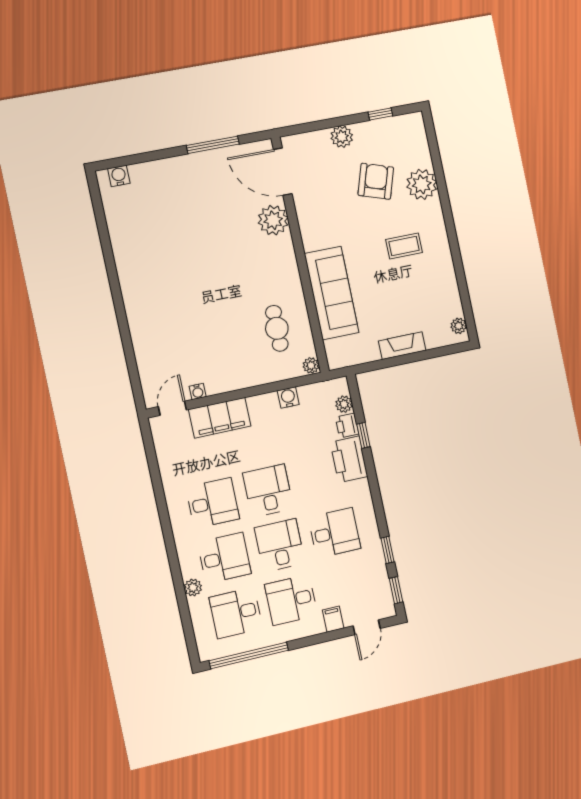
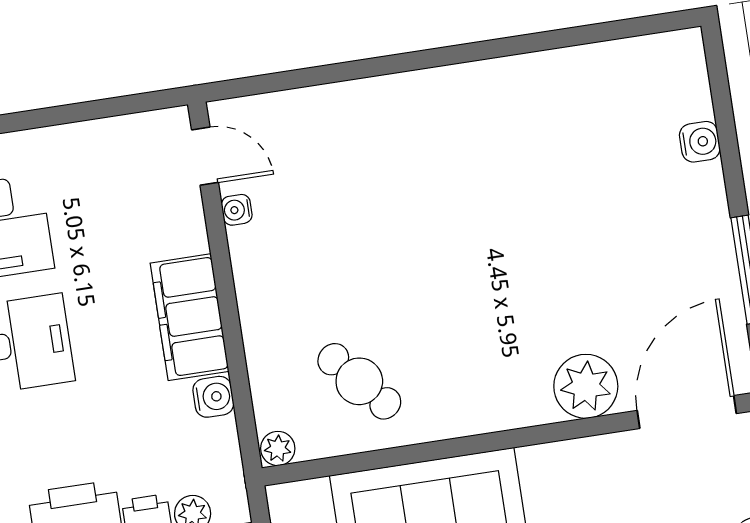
water cooler: (119, 176) -> (700, 142), moved
cafe table: (277, 328) -> (359, 381), turned 49
filing cabinet: (220, 418) -> (190, 317), moved

